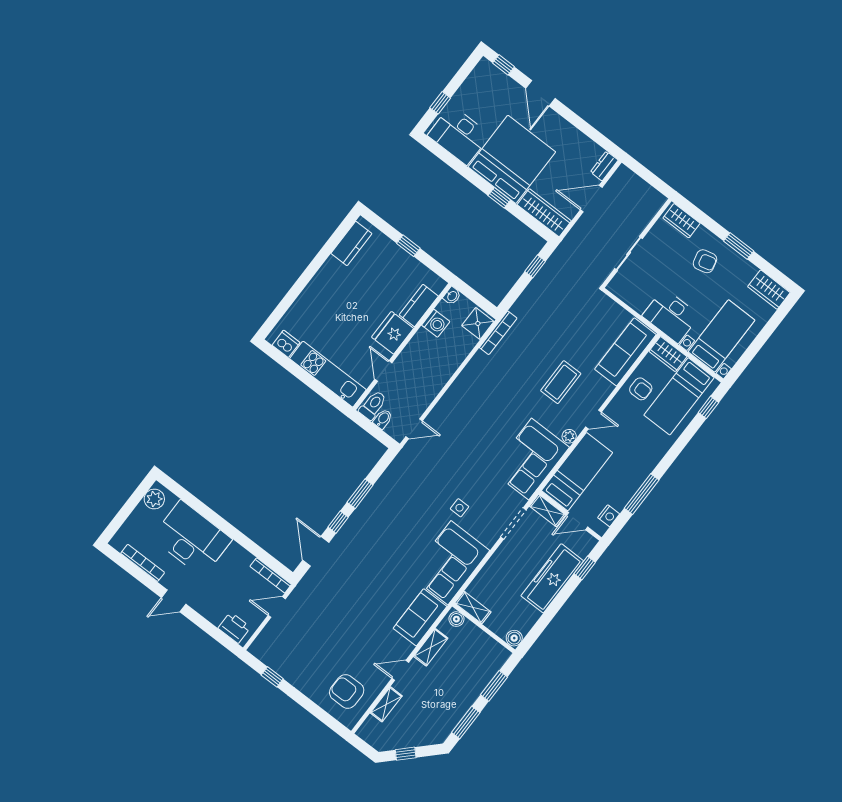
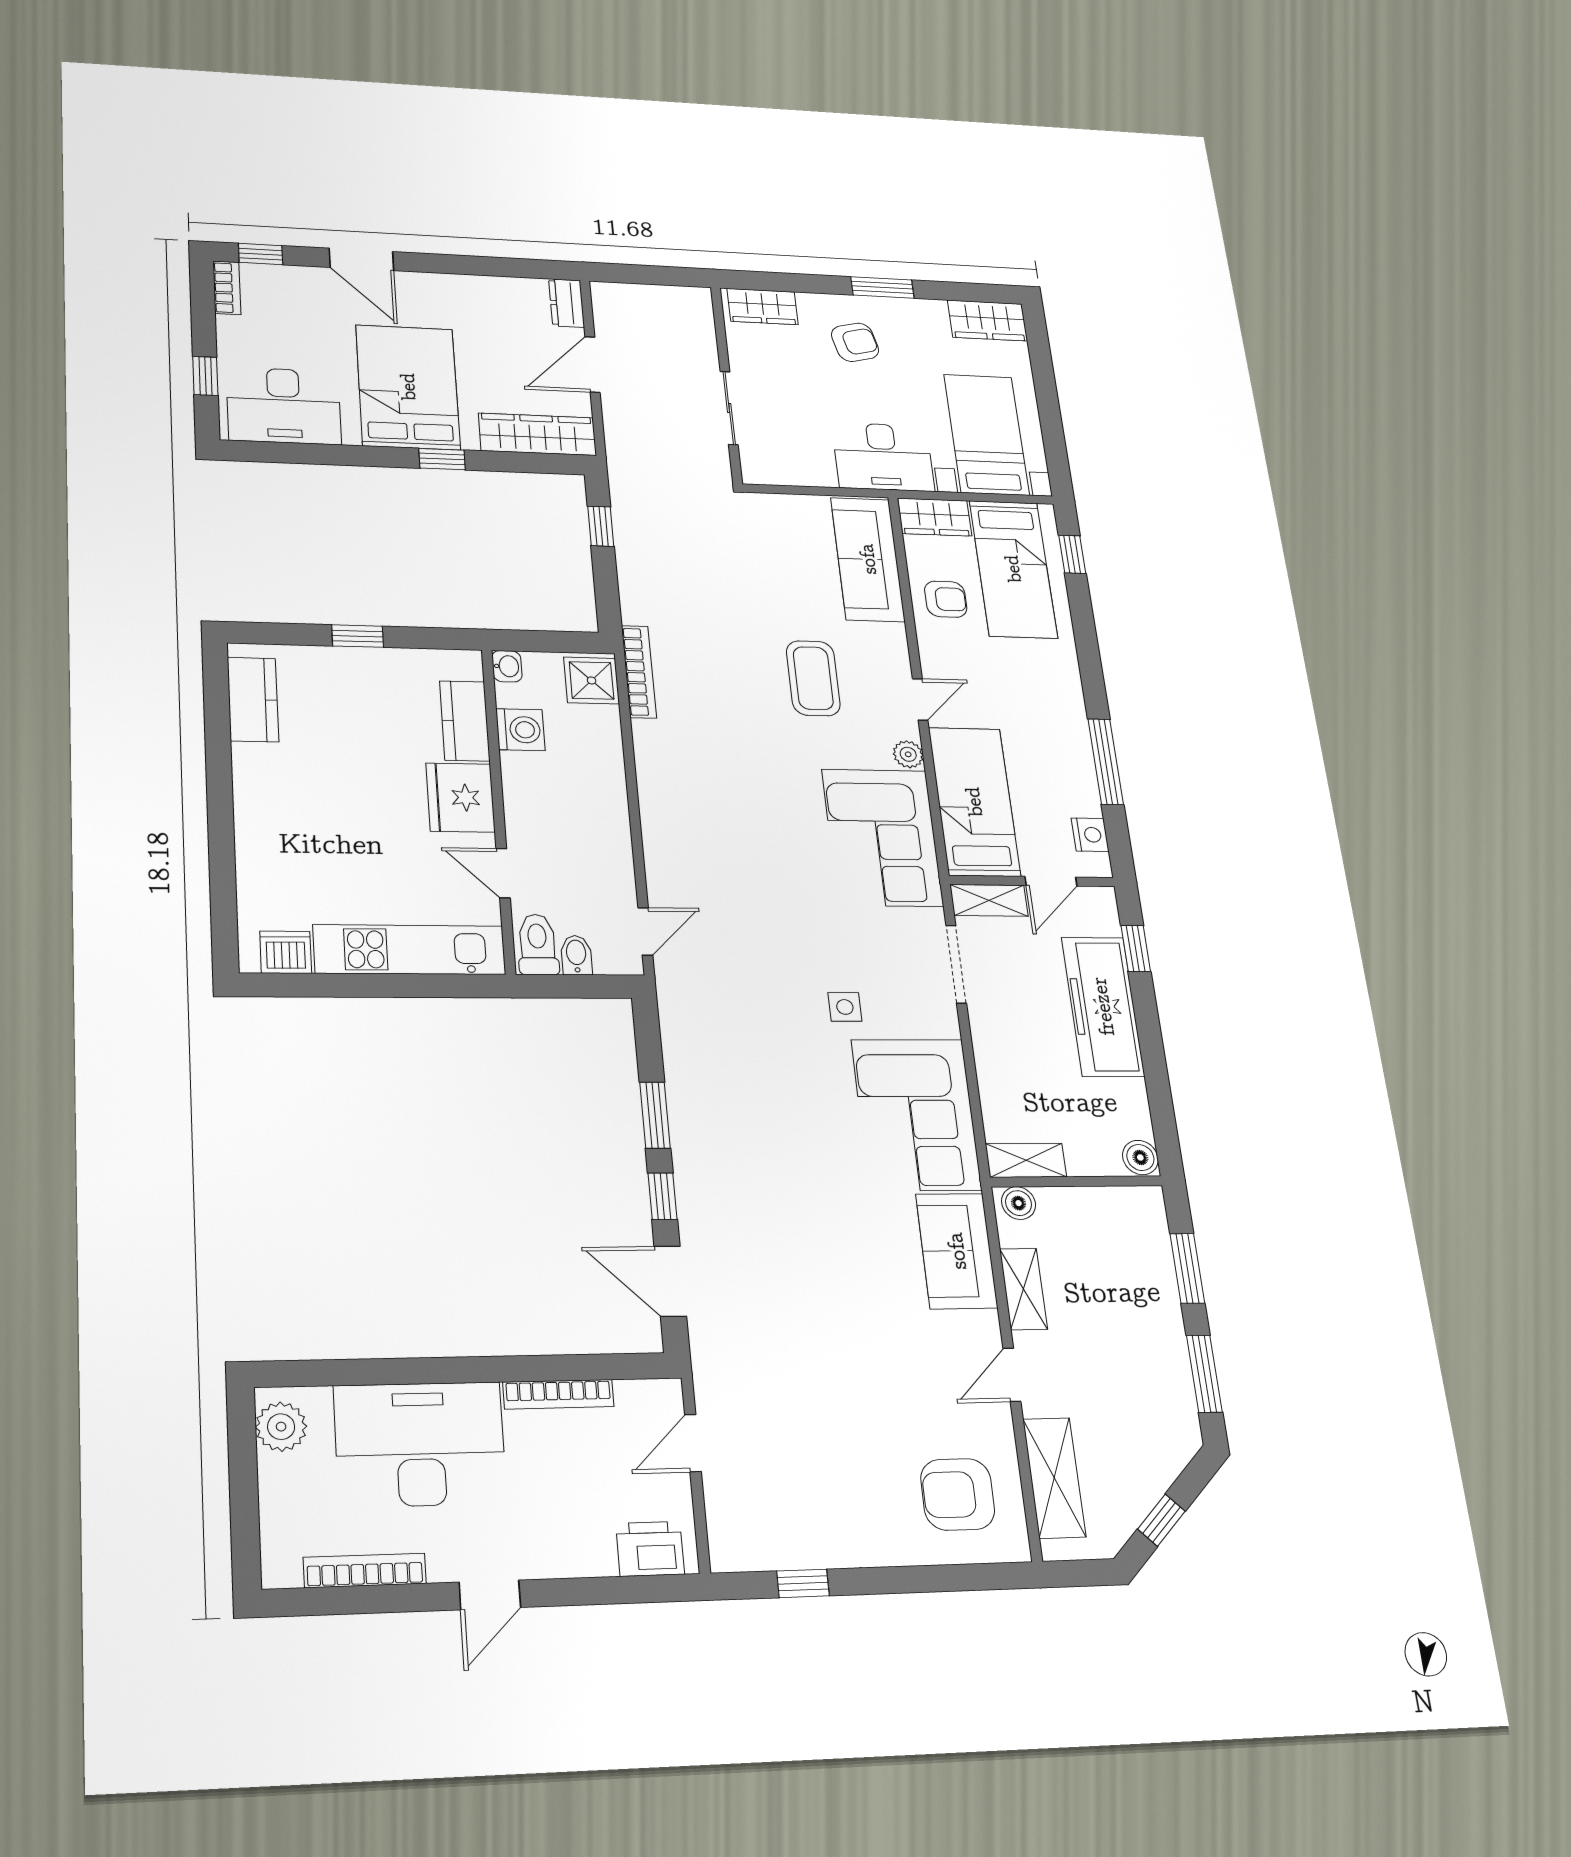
bookcase: (479, 71) -> (227, 288), added
bed: (512, 159) -> (408, 387), width x0.73
bookcase: (271, 575) -> (558, 1394), moved
shelving: (386, 704) -> (1054, 1478), width x1.50, depth x1.33

